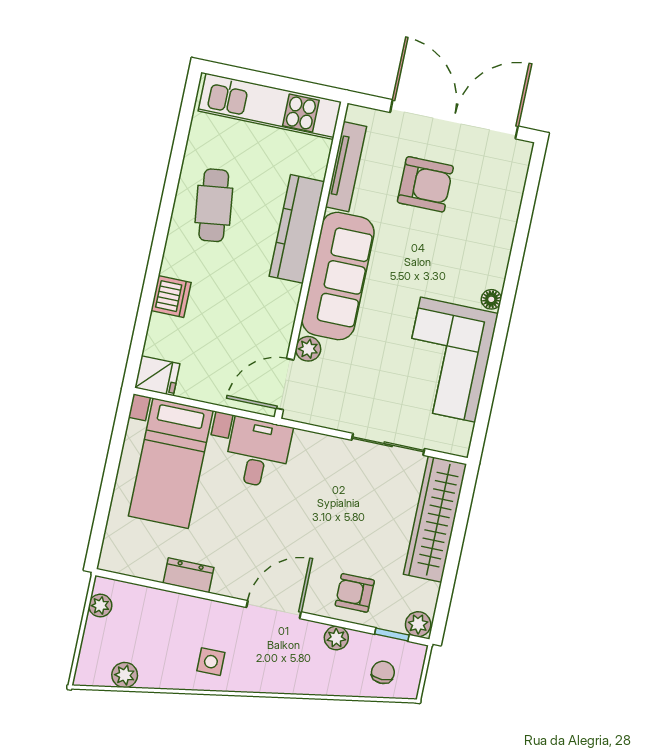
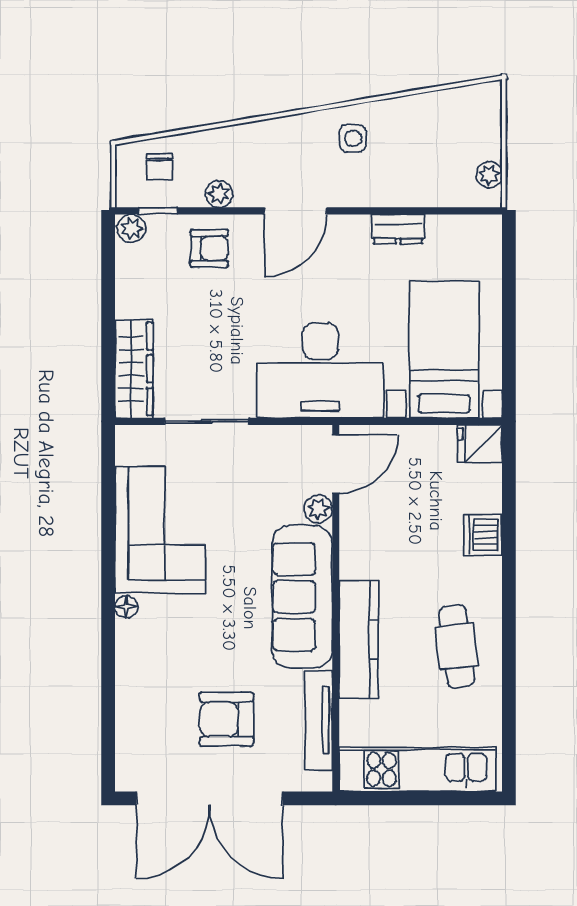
desk: (258, 453) -> (320, 371), width x1.87, depth x1.30
wardrobe: (435, 519) -> (134, 369), width x0.71, depth x0.85
plant: (125, 675) -> (446, 103), removed

